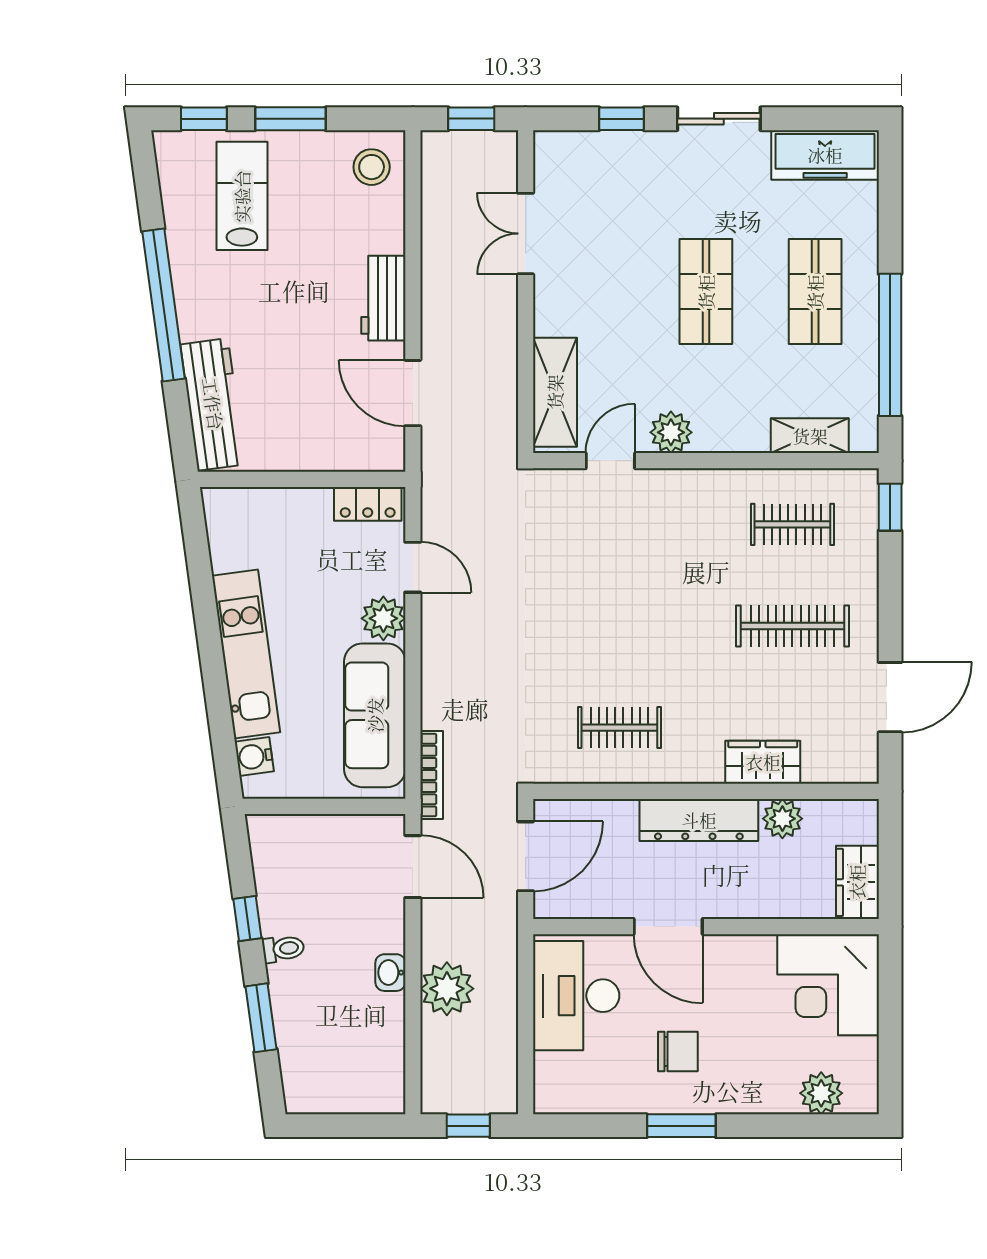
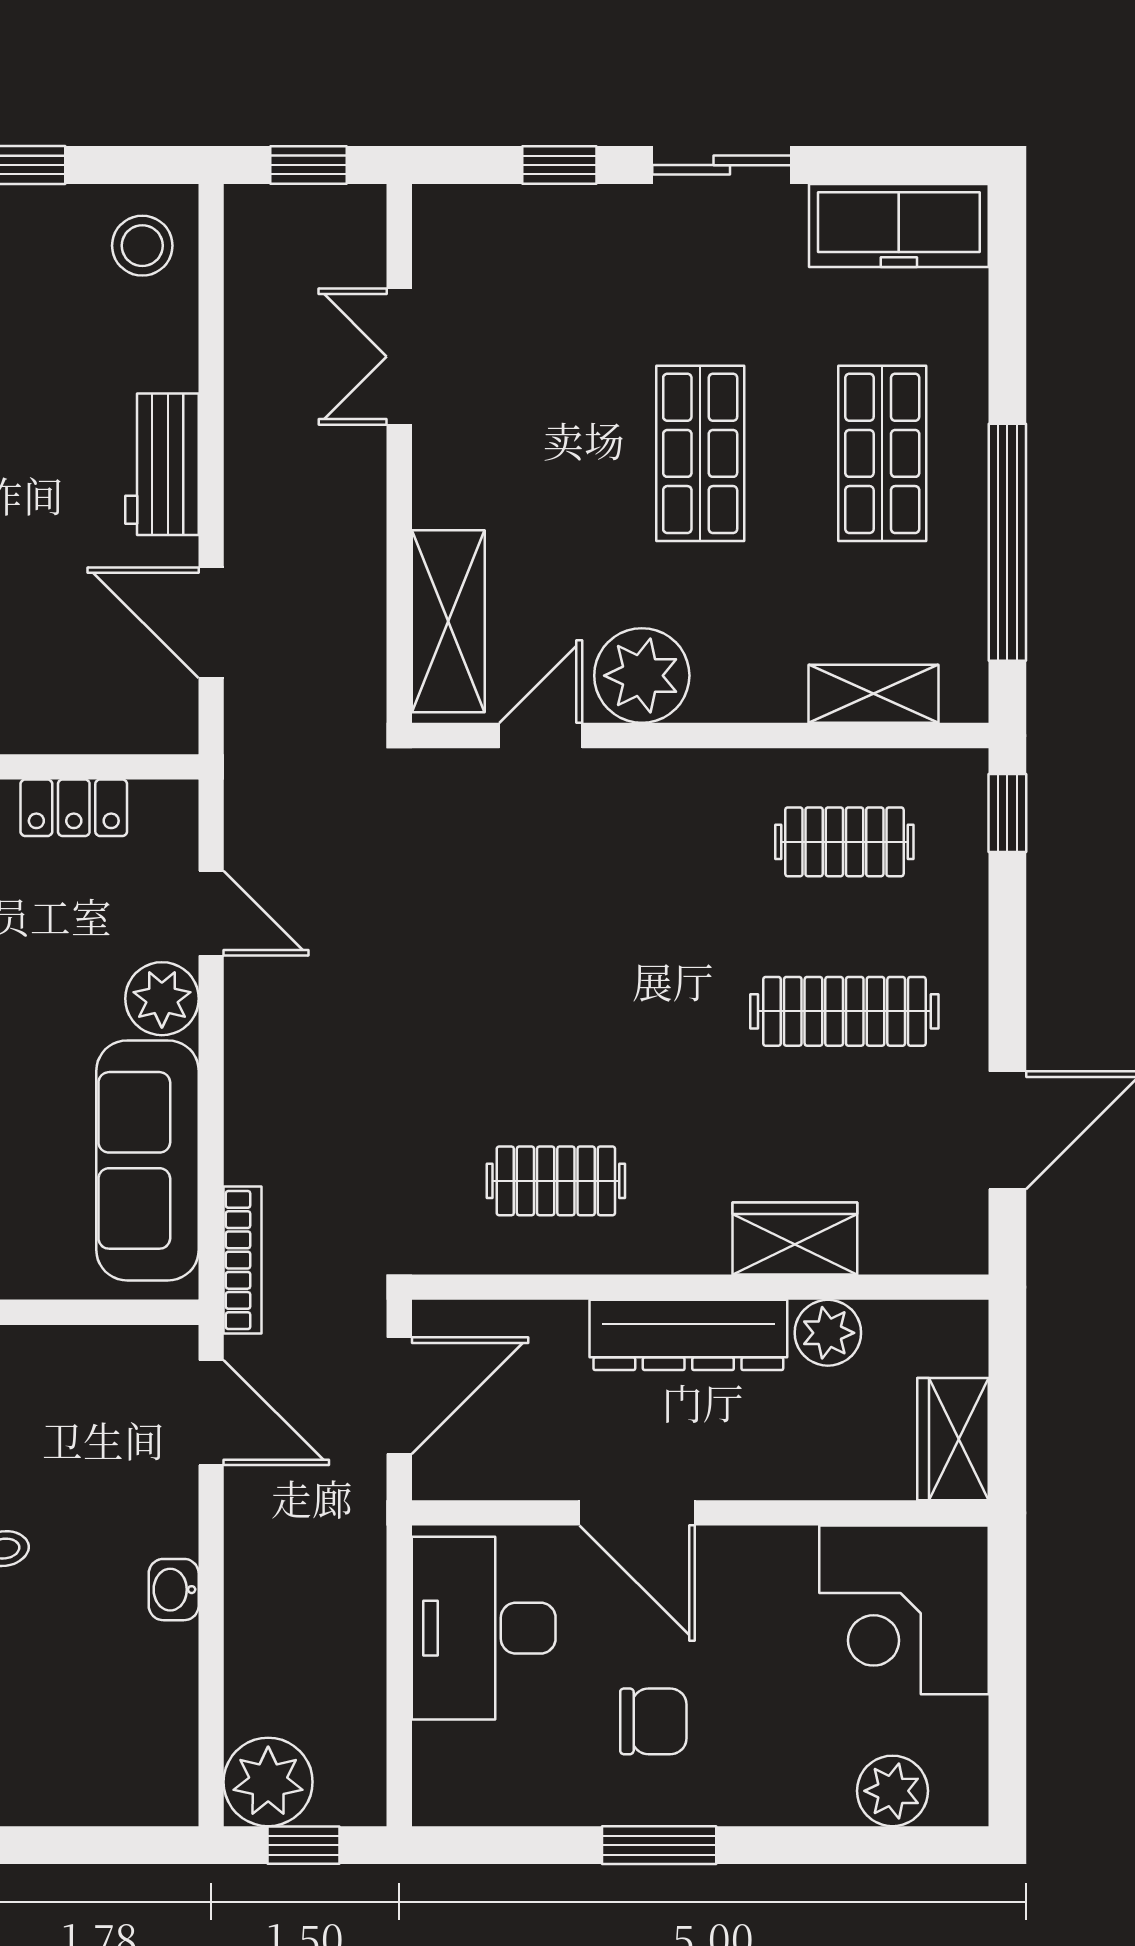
plant: (671, 432) -> (642, 676), width x1.36, depth x1.36
locker: (368, 504) -> (74, 808), moved
plant: (447, 989) -> (268, 1782), moved

